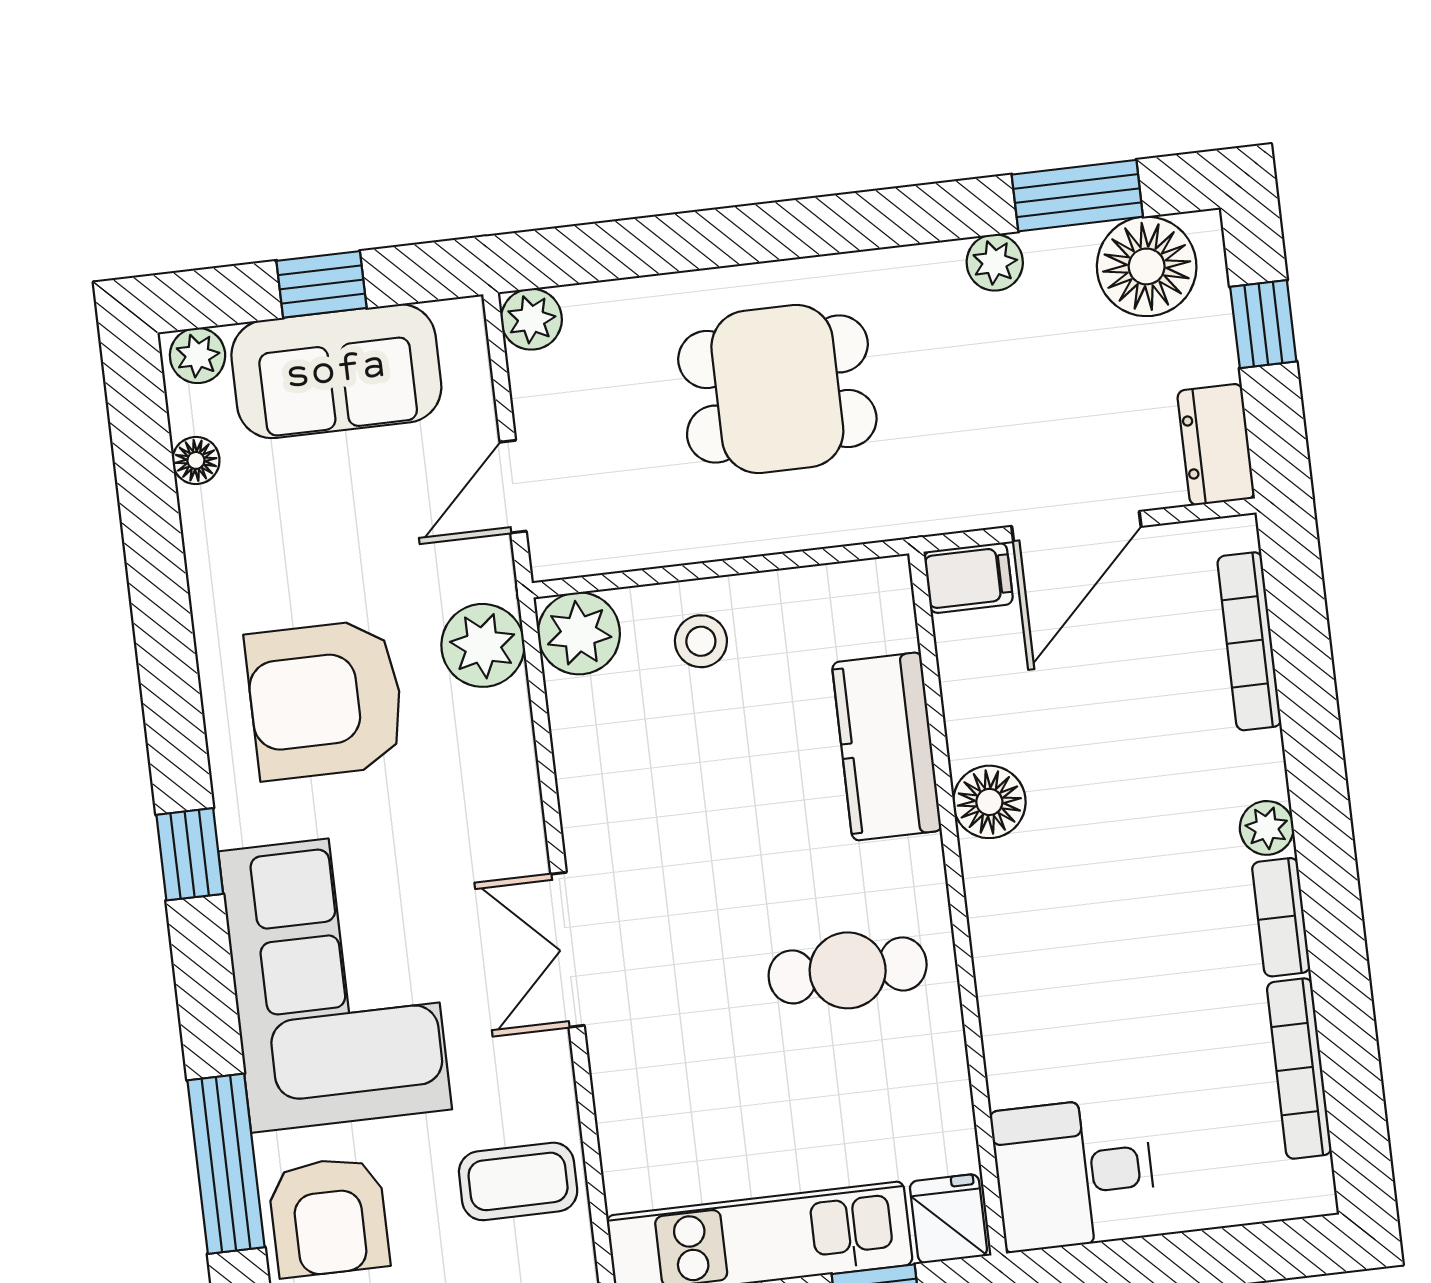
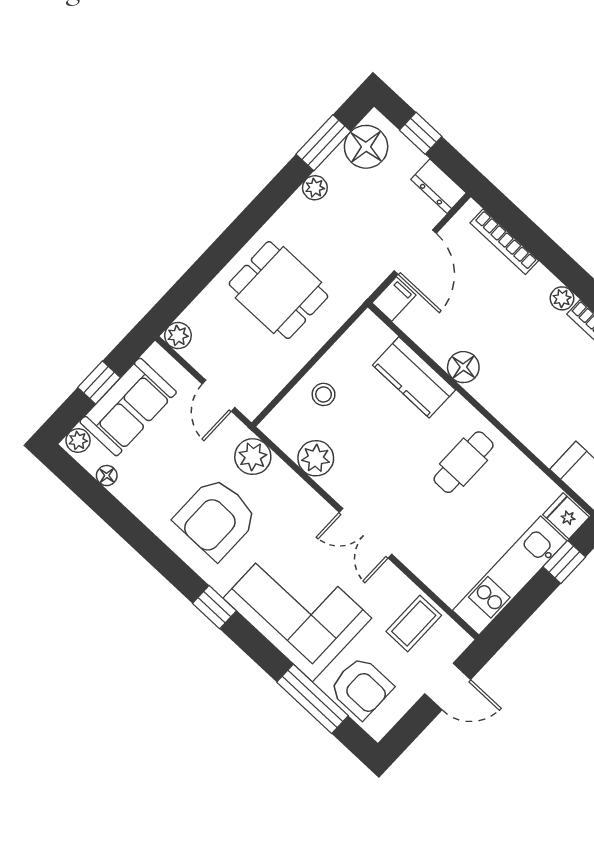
dining table: (777, 389) -> (278, 290), turned 90
plant: (579, 633) -> (316, 458), moved

